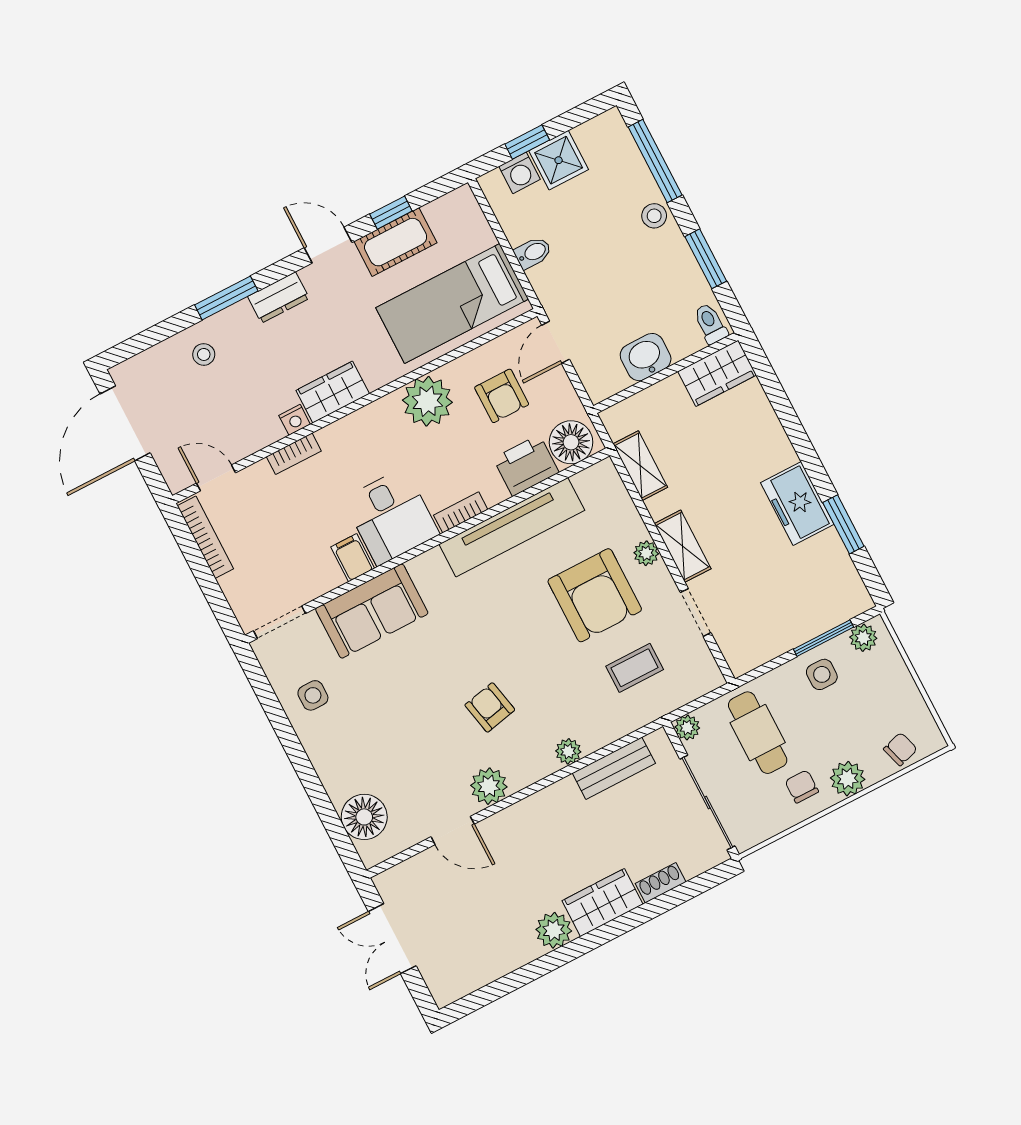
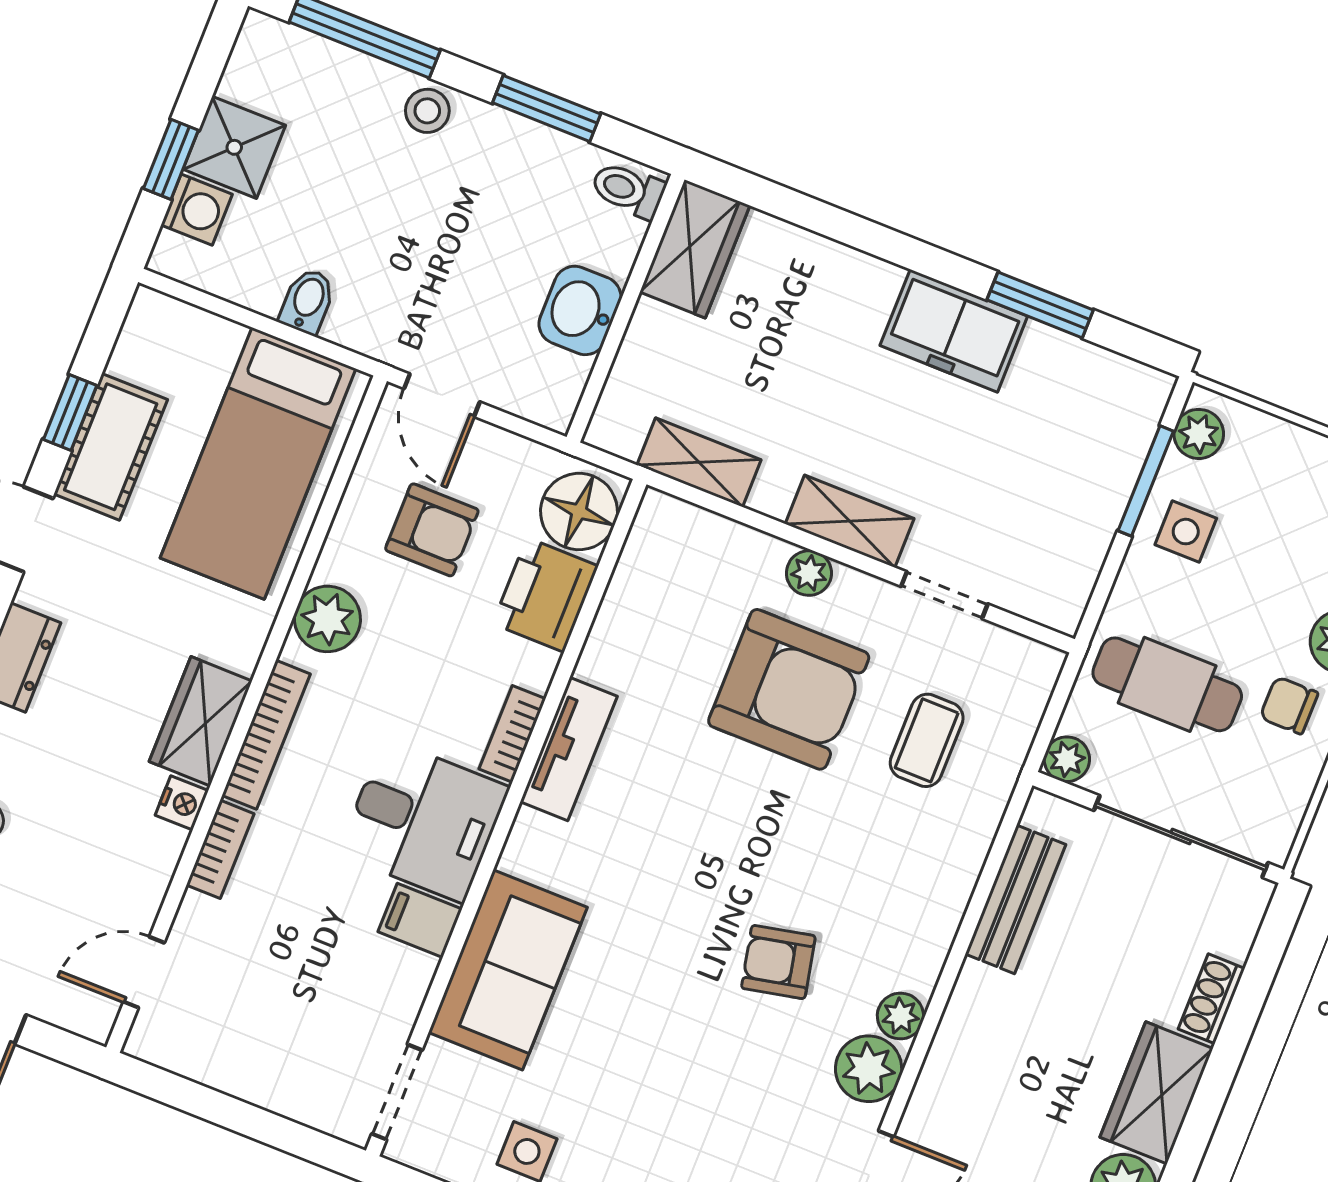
plant: (427, 401) -> (327, 619), width x0.73, depth x0.73
tv unit: (512, 527) -> (569, 749), width x0.52, depth x0.78
bookcase: (205, 537) -> (266, 735), moved, turned 90
plant: (568, 751) -> (900, 1016), moved

